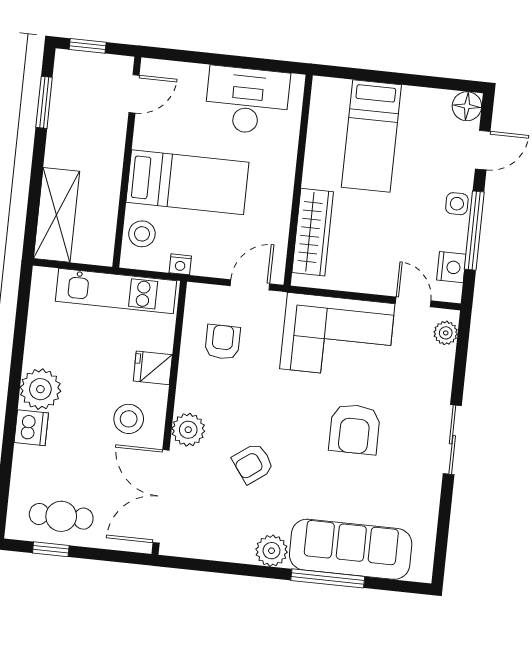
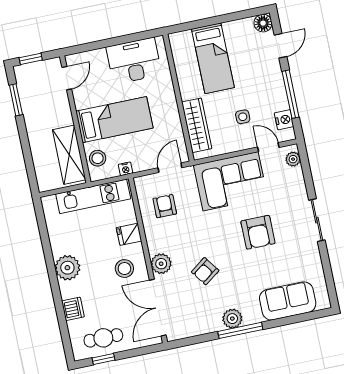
side table: (457, 204) -> (243, 117), moved
shelving: (56, 215) -> (69, 155), moved
dishwasher: (31, 428) -> (73, 309), moved
sofa: (351, 549) -> (288, 301), width x0.73
window: (328, 578) -> (240, 330), moved

